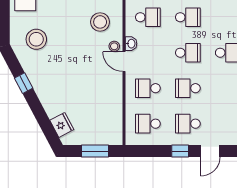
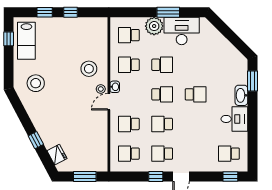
school desk: (148, 17) -> (129, 65), turned 180
door: (124, 62) -> (109, 102), hinge flipped
window: (24, 83) -> (36, 140), moved

